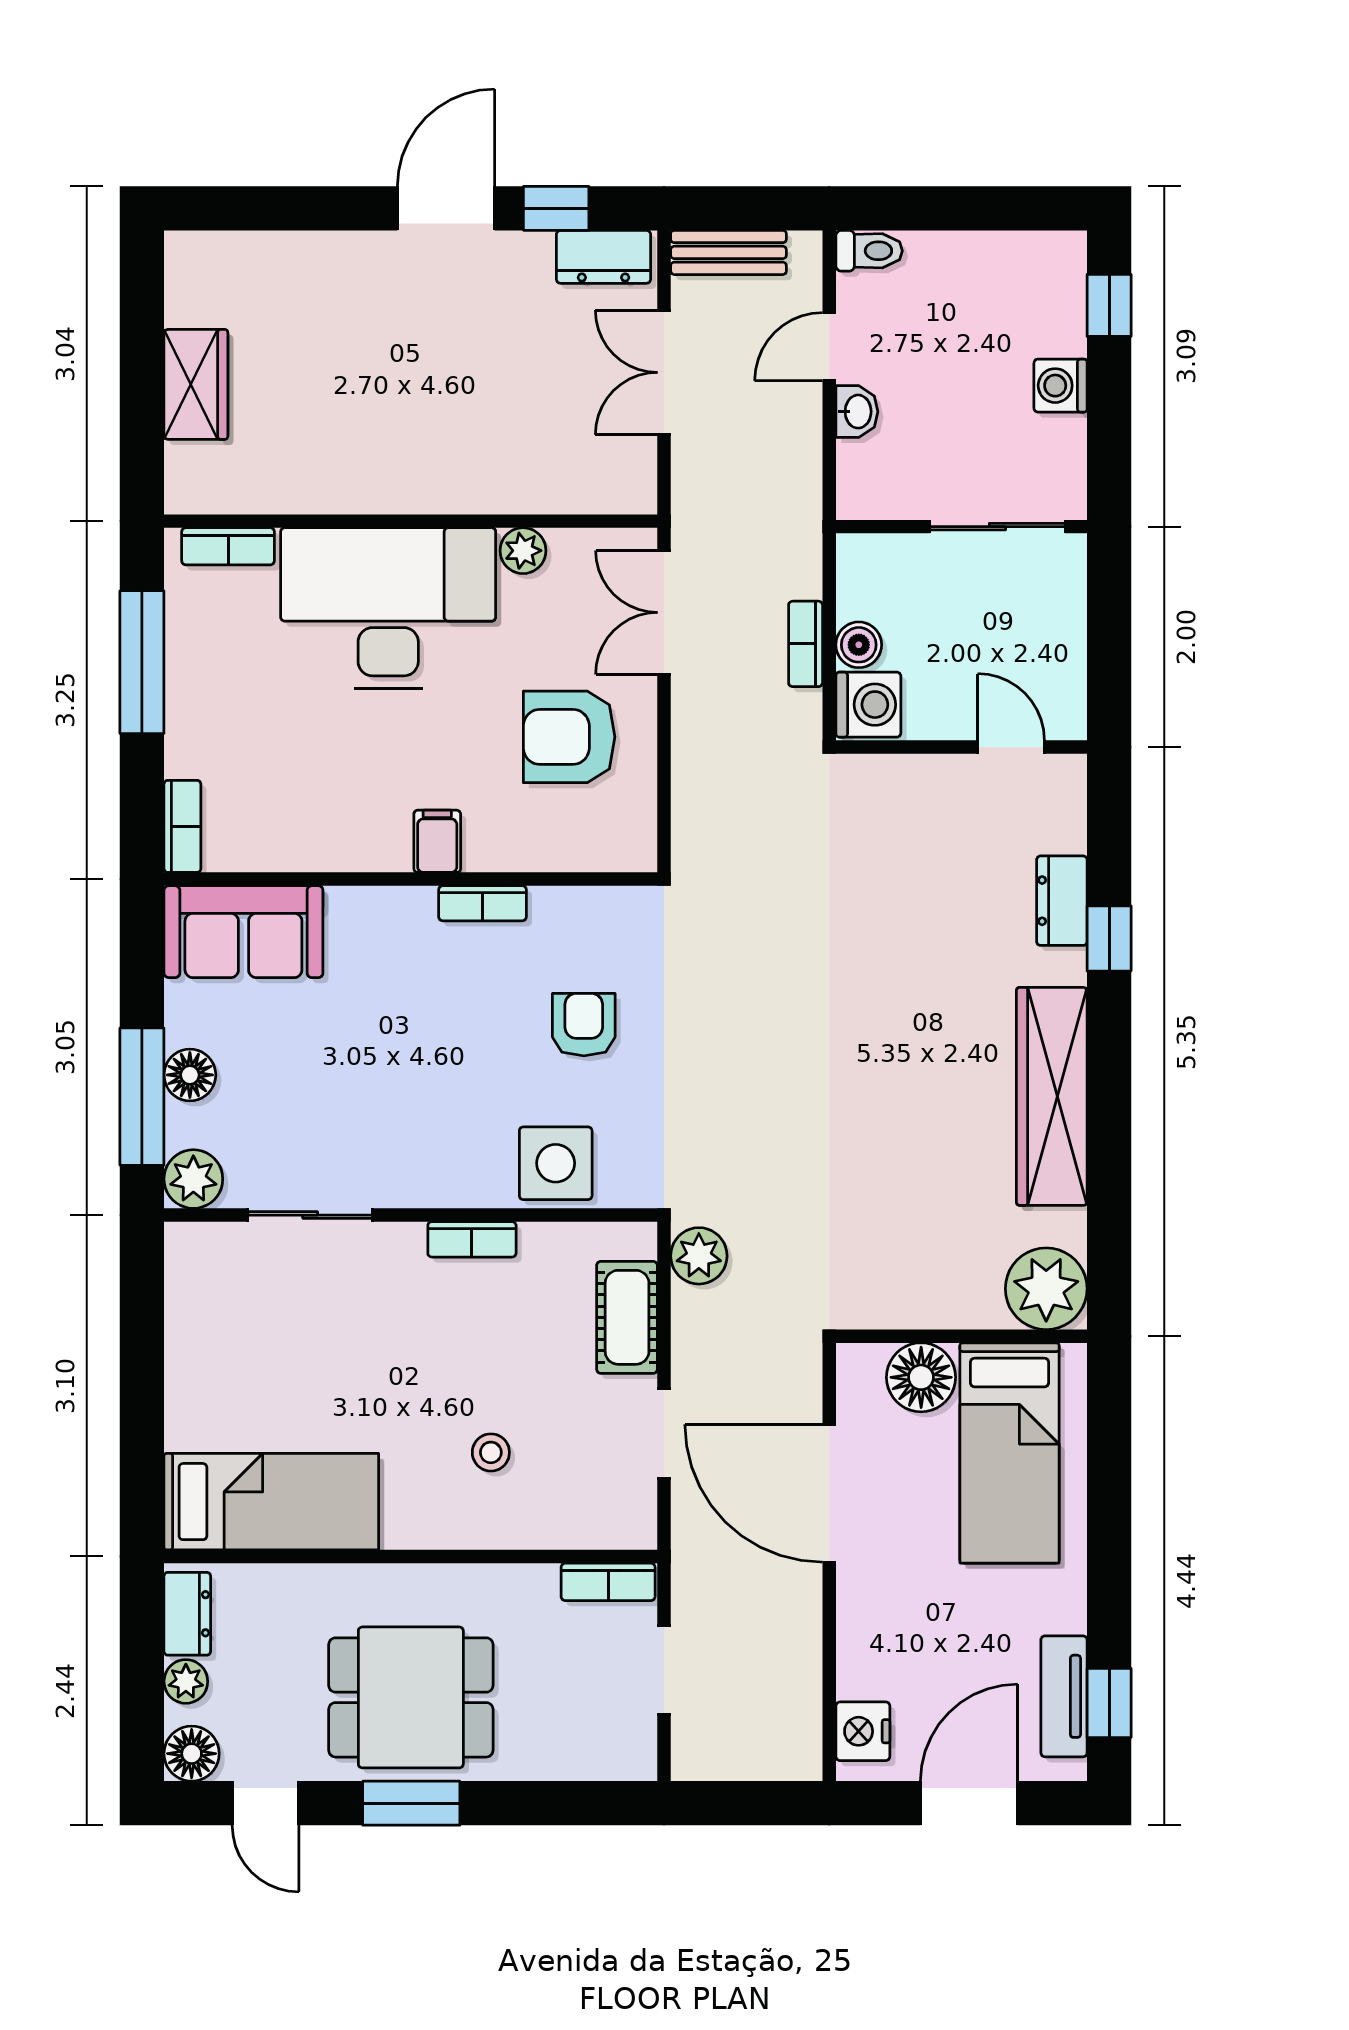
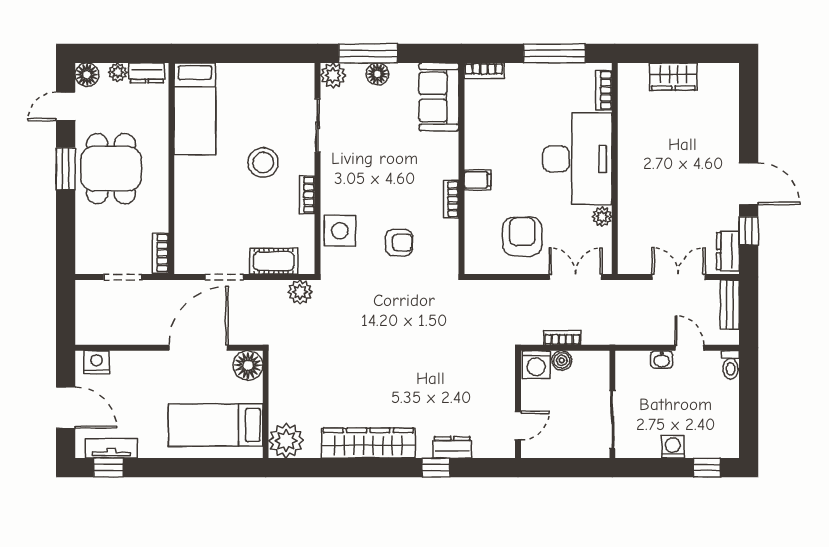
floor lamp: (921, 1377) -> (248, 365), moved
stool: (491, 1452) -> (263, 163), moved, width x1.89, depth x1.89

